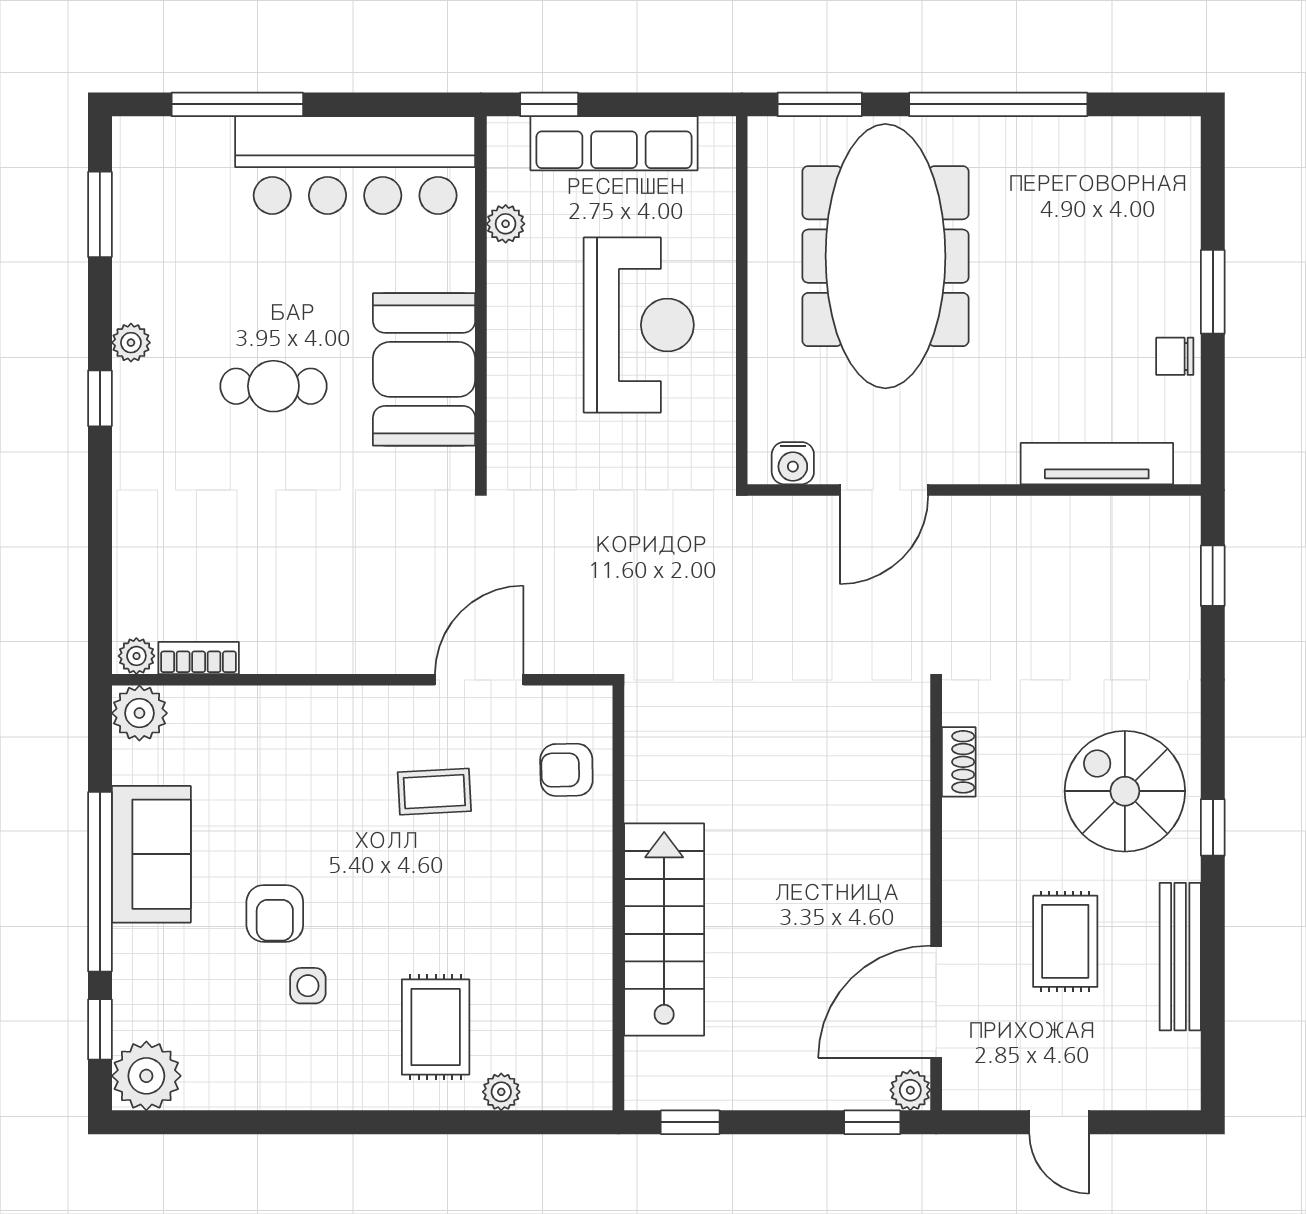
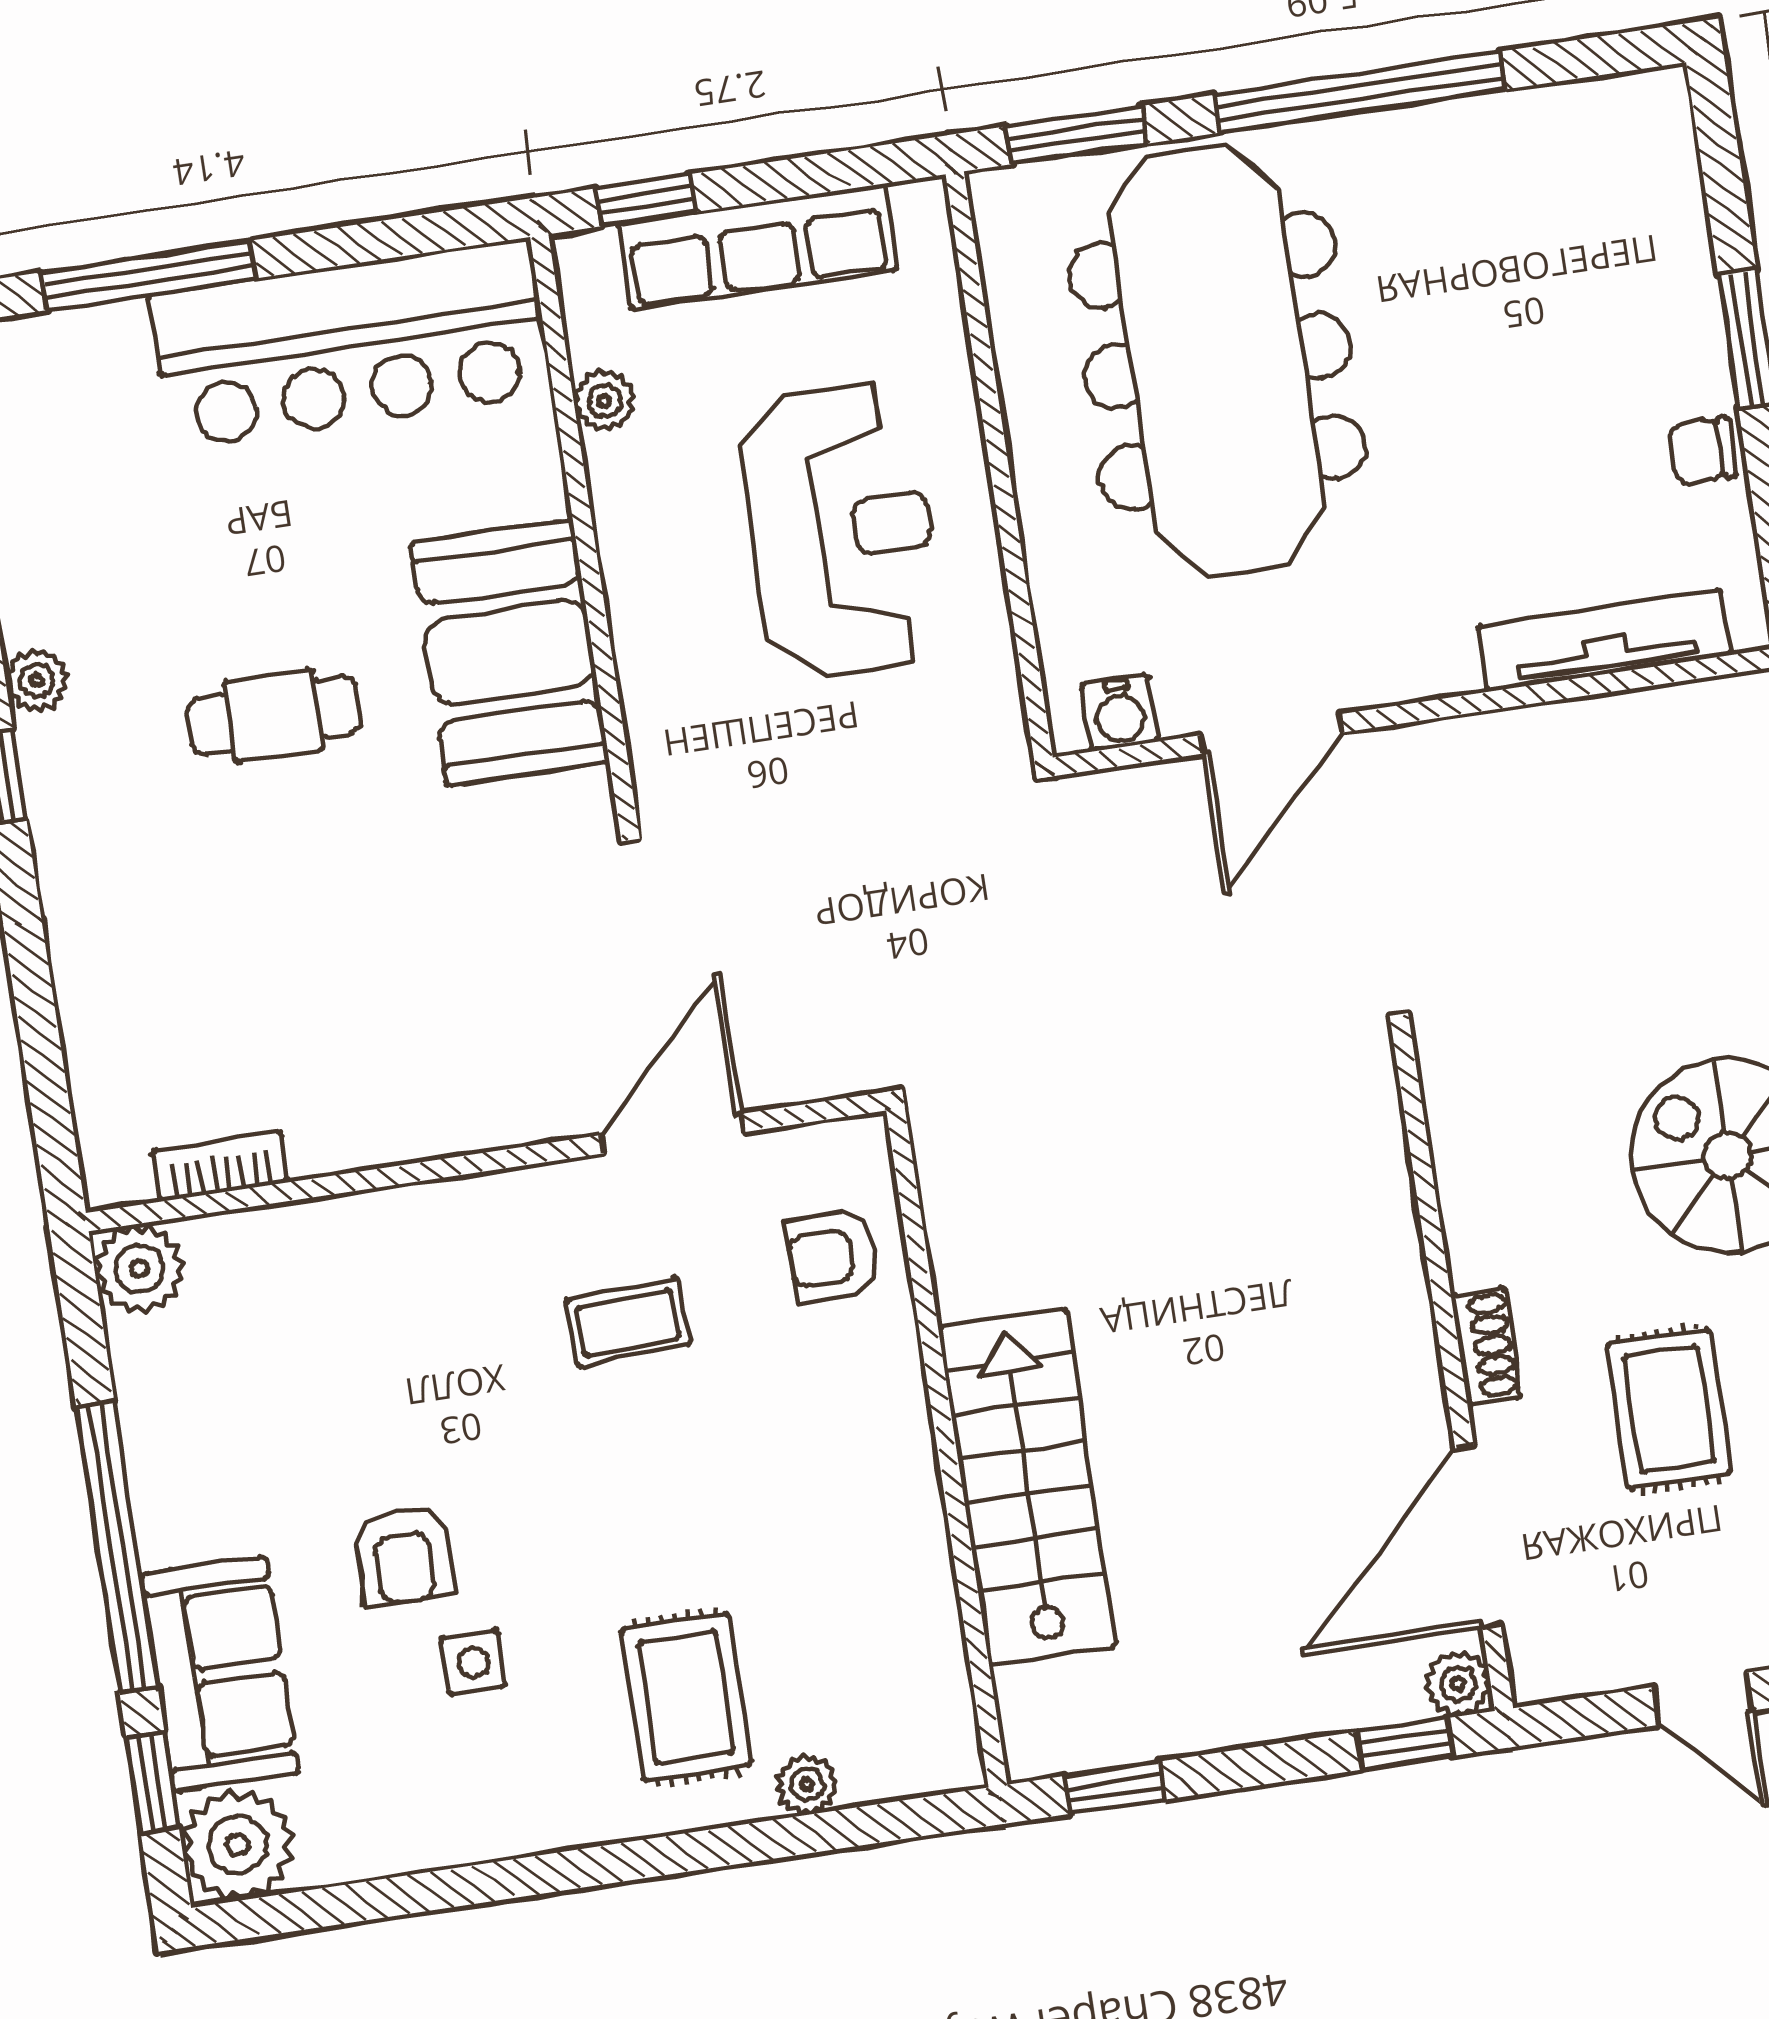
plant: (136, 656) -> (121, 1178), removed
shoe rack: (959, 762) -> (1486, 1346), moved
sofa: (151, 854) -> (220, 1674), moved

